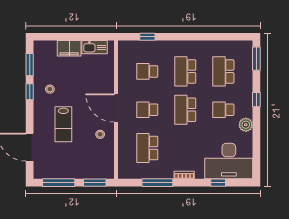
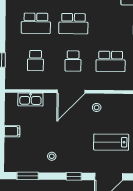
kitchen sink: (94, 47) -> (30, 99), moved, turned 90
filing cabinet: (69, 48) -> (12, 131), width x0.50
window: (30, 92) -> (74, 176), moved
lab bench: (63, 124) -> (111, 142), moved, turned 180

